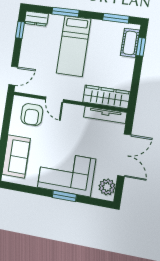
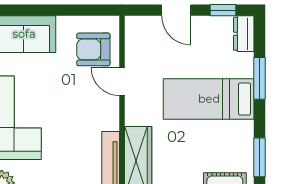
door: (13, 76) -> (176, 10), moved
door: (54, 100) -> (122, 82), hinge flipped

